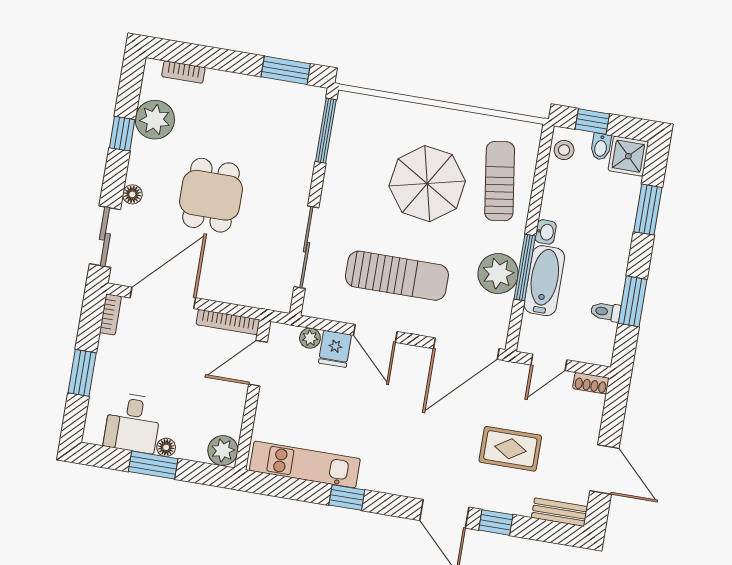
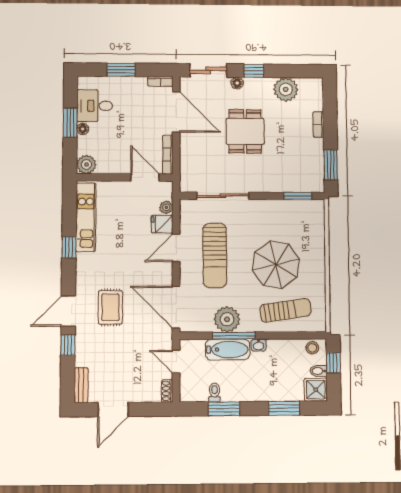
bookcase: (183, 72) -> (318, 124), moved
window: (326, 131) -> (298, 196), width x0.69
window: (122, 134) -> (254, 71), moved
dining table: (211, 195) -> (245, 131), turned 90
rug: (510, 449) -> (110, 307), moved

